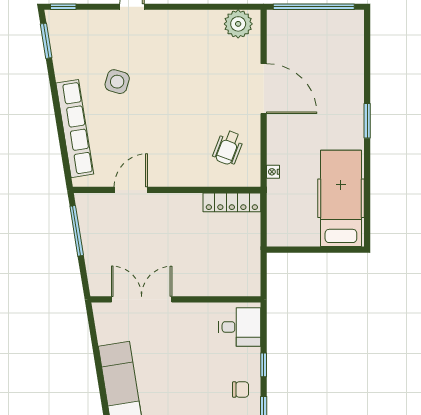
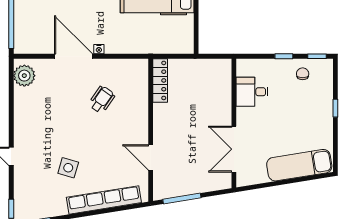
door: (264, 89) -> (74, 56), hinge flipped
wheelchair: (228, 148) -> (102, 100), moved, turned -76
nightstand: (273, 172) -> (99, 49), moved
desk: (240, 327) -> (252, 92), moved, turned -90

